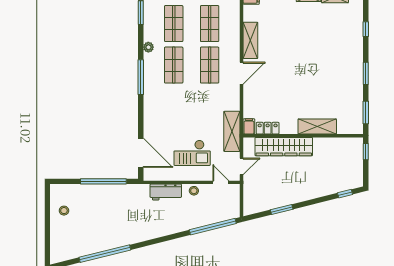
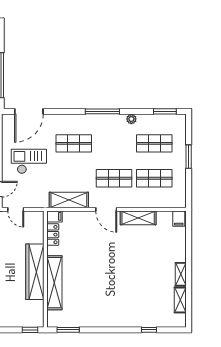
shop shelf: (174, 65) -> (74, 143), moved
window: (366, 73) -> (106, 330), removed
shelving: (317, 127) -> (54, 283), width x1.47
shelving: (232, 131) -> (69, 200), moved
wardrobe: (284, 147) -> (35, 272), moved
checkout: (192, 153) -> (29, 161), turned 90

